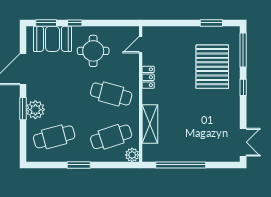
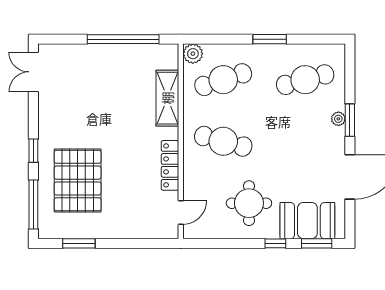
locker: (148, 77) -> (170, 165), width x1.53
plant: (35, 110) -> (338, 119), width x0.53, depth x0.53

